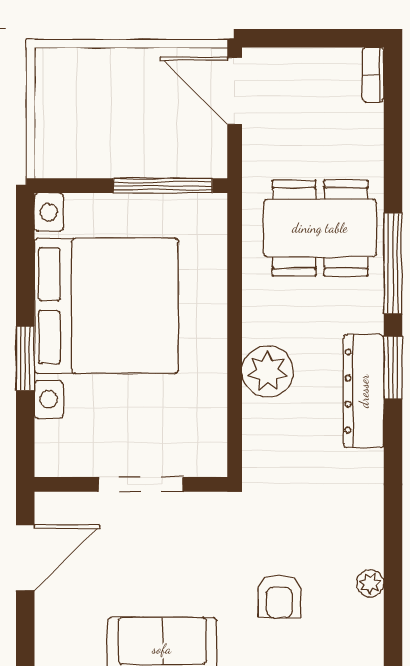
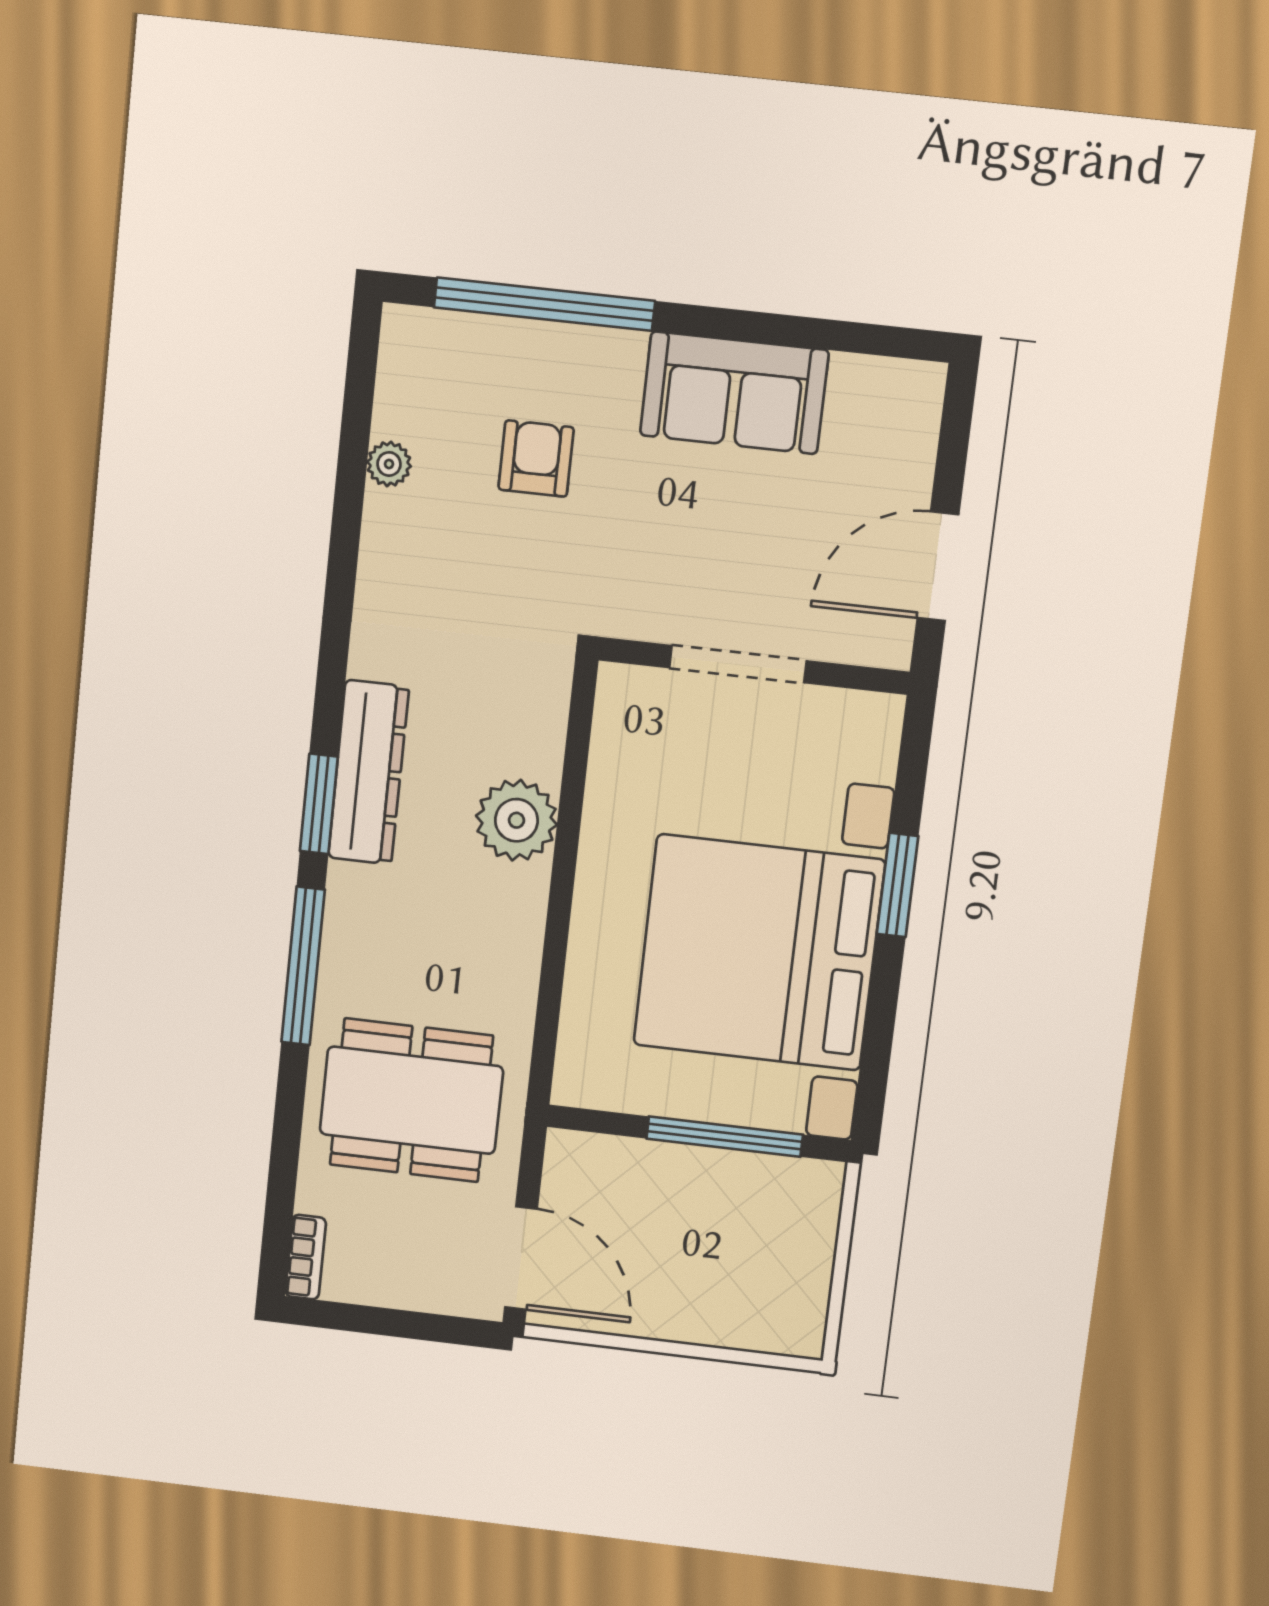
window: (163, 186) -> (725, 1137), moved
dining table: (320, 228) -> (411, 1100), moved

